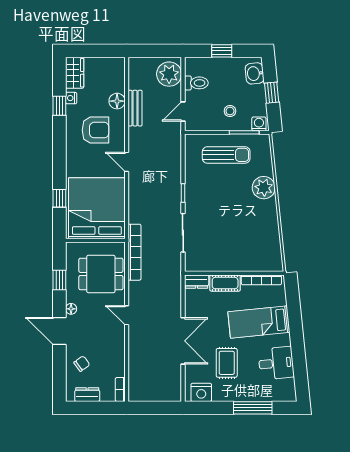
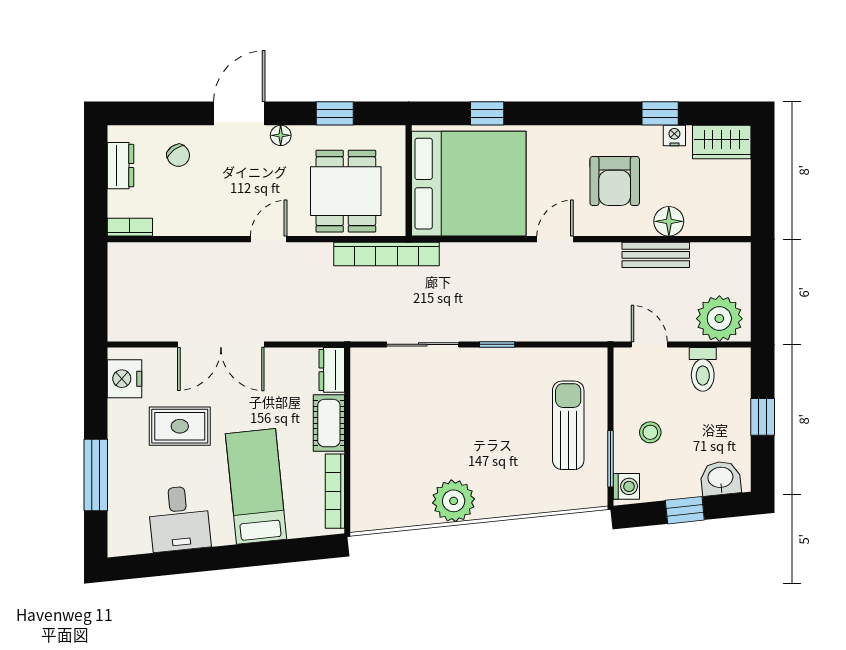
sun lounger: (226, 155) -> (568, 425), turned 180
plant: (264, 188) -> (454, 501), moved

